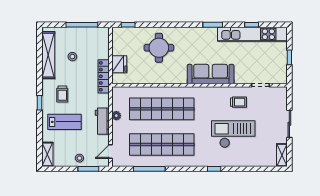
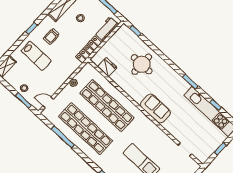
fridge: (119, 64) -> (107, 67), moved, turned -90
sofa: (211, 74) -> (155, 109), width x0.73
trolley: (238, 102) -> (161, 147), removed
workbench: (102, 121) -> (106, 29), moved

